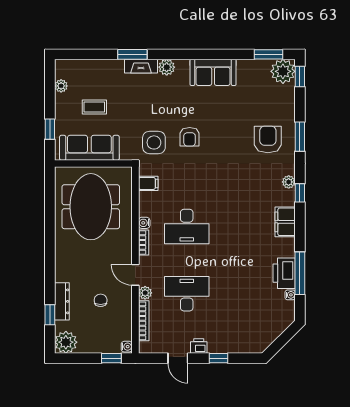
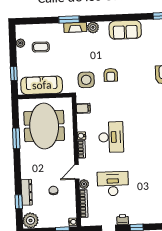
coffee table: (94, 107) -> (41, 47), moved
window: (50, 223) -> (16, 138), added
desk: (187, 226) -> (111, 137), turned -90
door: (135, 275) -> (77, 172), hinge flipped

